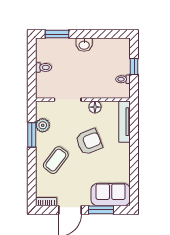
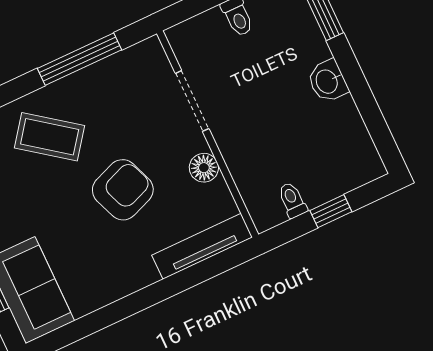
plant: (43, 125) -> (111, 73), removed
window: (32, 135) -> (80, 59), width x1.44
armchair: (89, 142) -> (123, 190), turned -89

